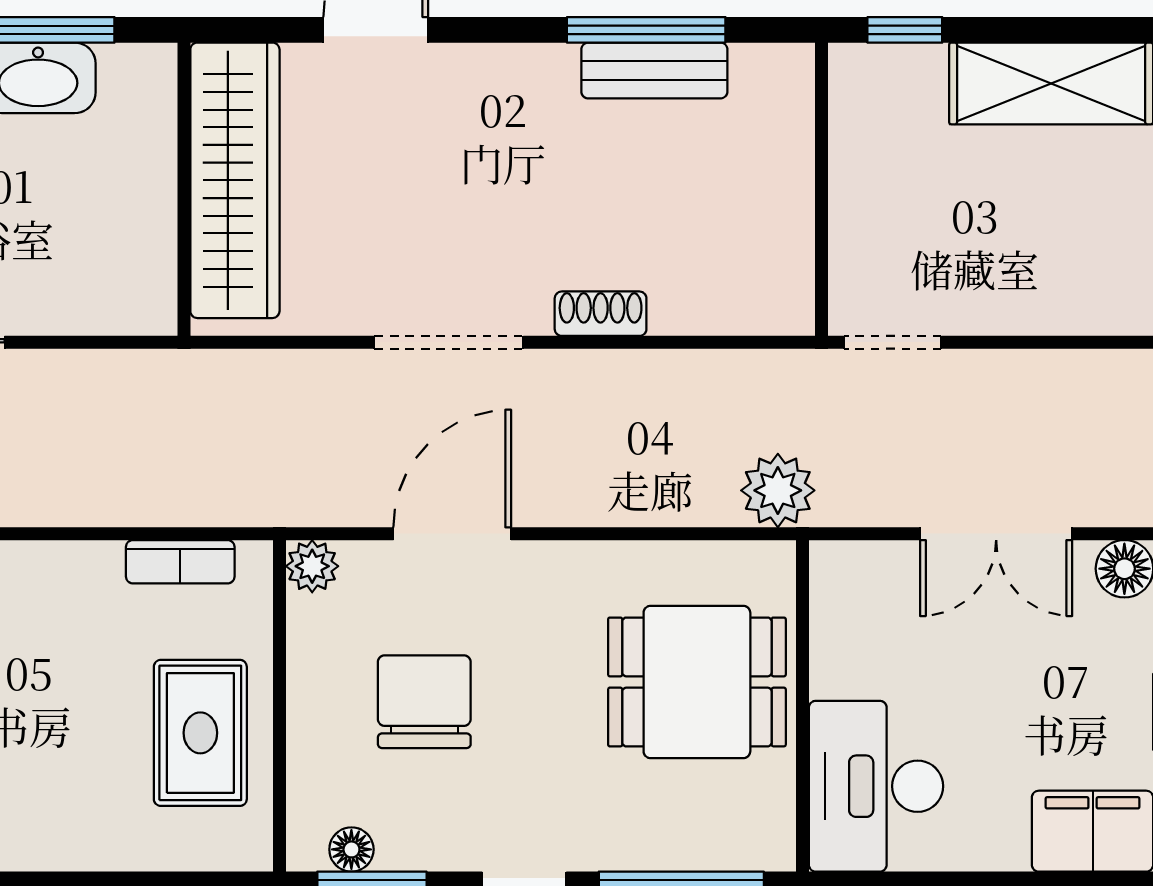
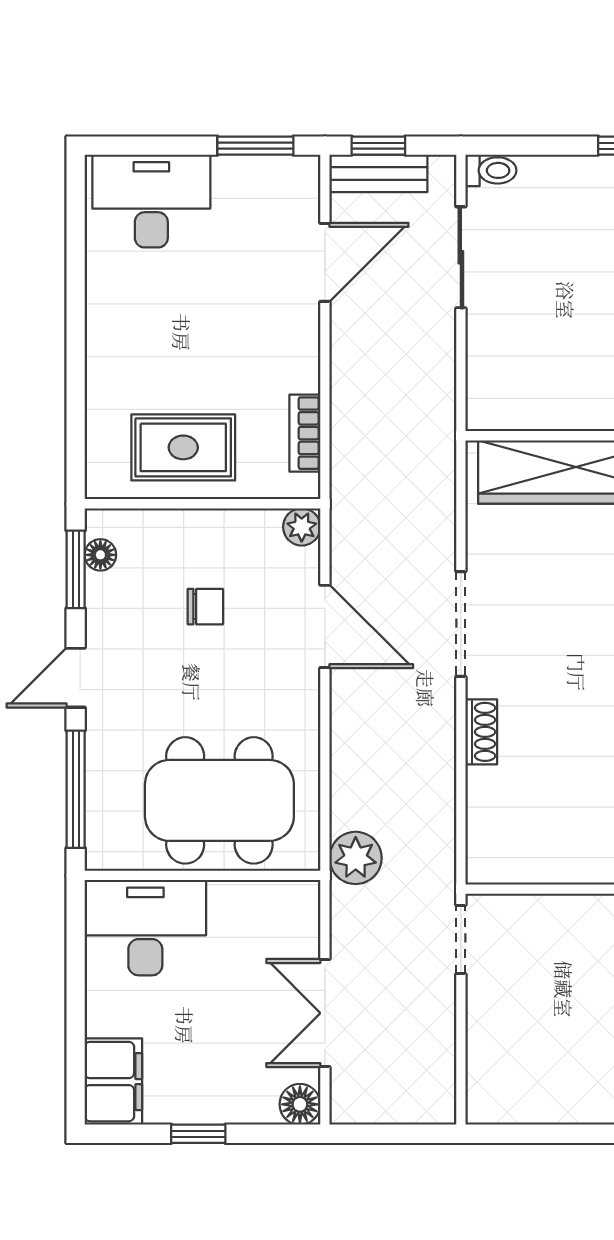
dining table: (697, 682) -> (219, 800), width x1.38
chair: (424, 702) -> (205, 607), width x0.54, depth x0.54

